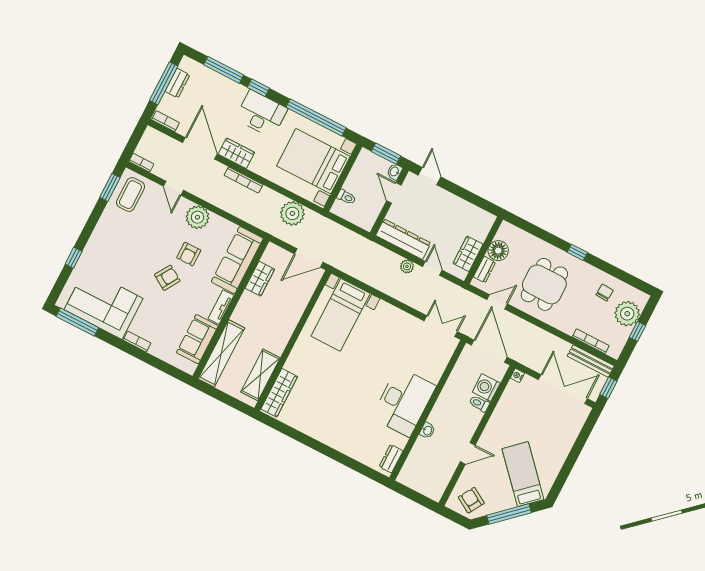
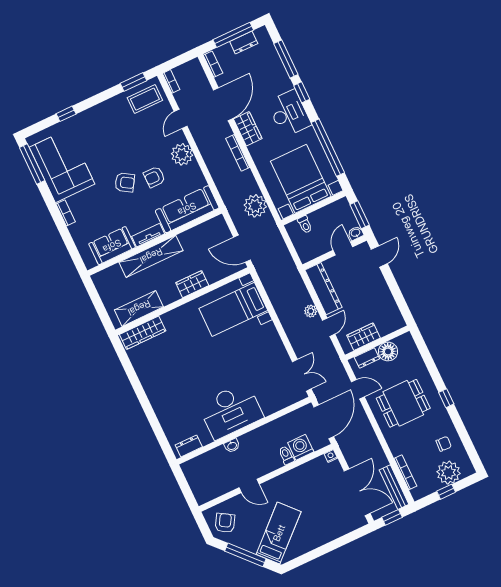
wardrobe: (260, 279) -> (192, 284), moved, turned 180
shelving: (221, 353) -> (151, 256), moved

